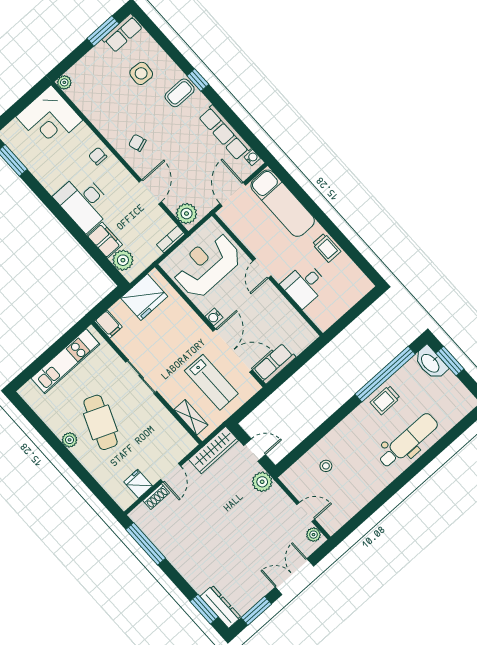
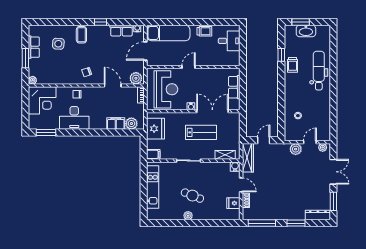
window: (103, 31) -> (25, 58), moved
row of seats: (122, 33) -> (34, 47), moved
window: (198, 80) -> (100, 22), moved
row of seats: (225, 133) -> (121, 31), width x0.68
door: (233, 194) -> (145, 51), hinge flipped
desk: (84, 202) -> (74, 118), moved
reception desk: (207, 265) -> (166, 89), turned 180
door: (262, 268) -> (189, 67), swing flipped
desk: (304, 285) -> (229, 41), moved, turned -90
row of seats: (275, 363) -> (234, 87), moved
washbasin: (431, 363) -> (306, 31), moved
window: (385, 374) -> (281, 55), width x0.32
lab bench: (211, 382) -> (201, 132), moved
cafe table: (101, 422) -> (192, 196), width x0.73, depth x0.74
water cooler: (187, 444) -> (235, 167), added
plant: (262, 482) -> (296, 149), moved
double door: (294, 577) -> (333, 172), swing flipped
window: (204, 609) -> (296, 223), moved

